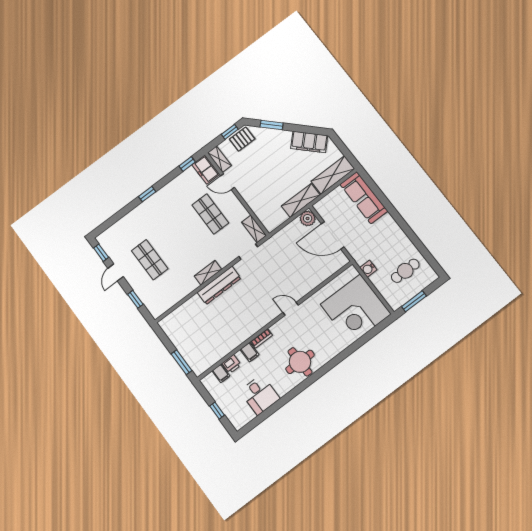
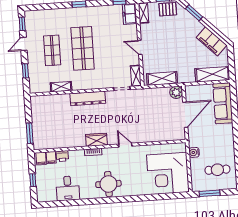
door: (227, 182) -> (140, 47), moved
shelving: (301, 200) -> (162, 78), moved
shop shelf: (210, 214) -> (83, 48), moved, width x1.43, depth x1.36
door: (333, 235) -> (185, 115), swing flipped
shelving: (208, 273) -> (61, 87), moved
wardrobe: (257, 323) -> (96, 140), added
filing cabinet: (250, 352) -> (41, 159), moved

